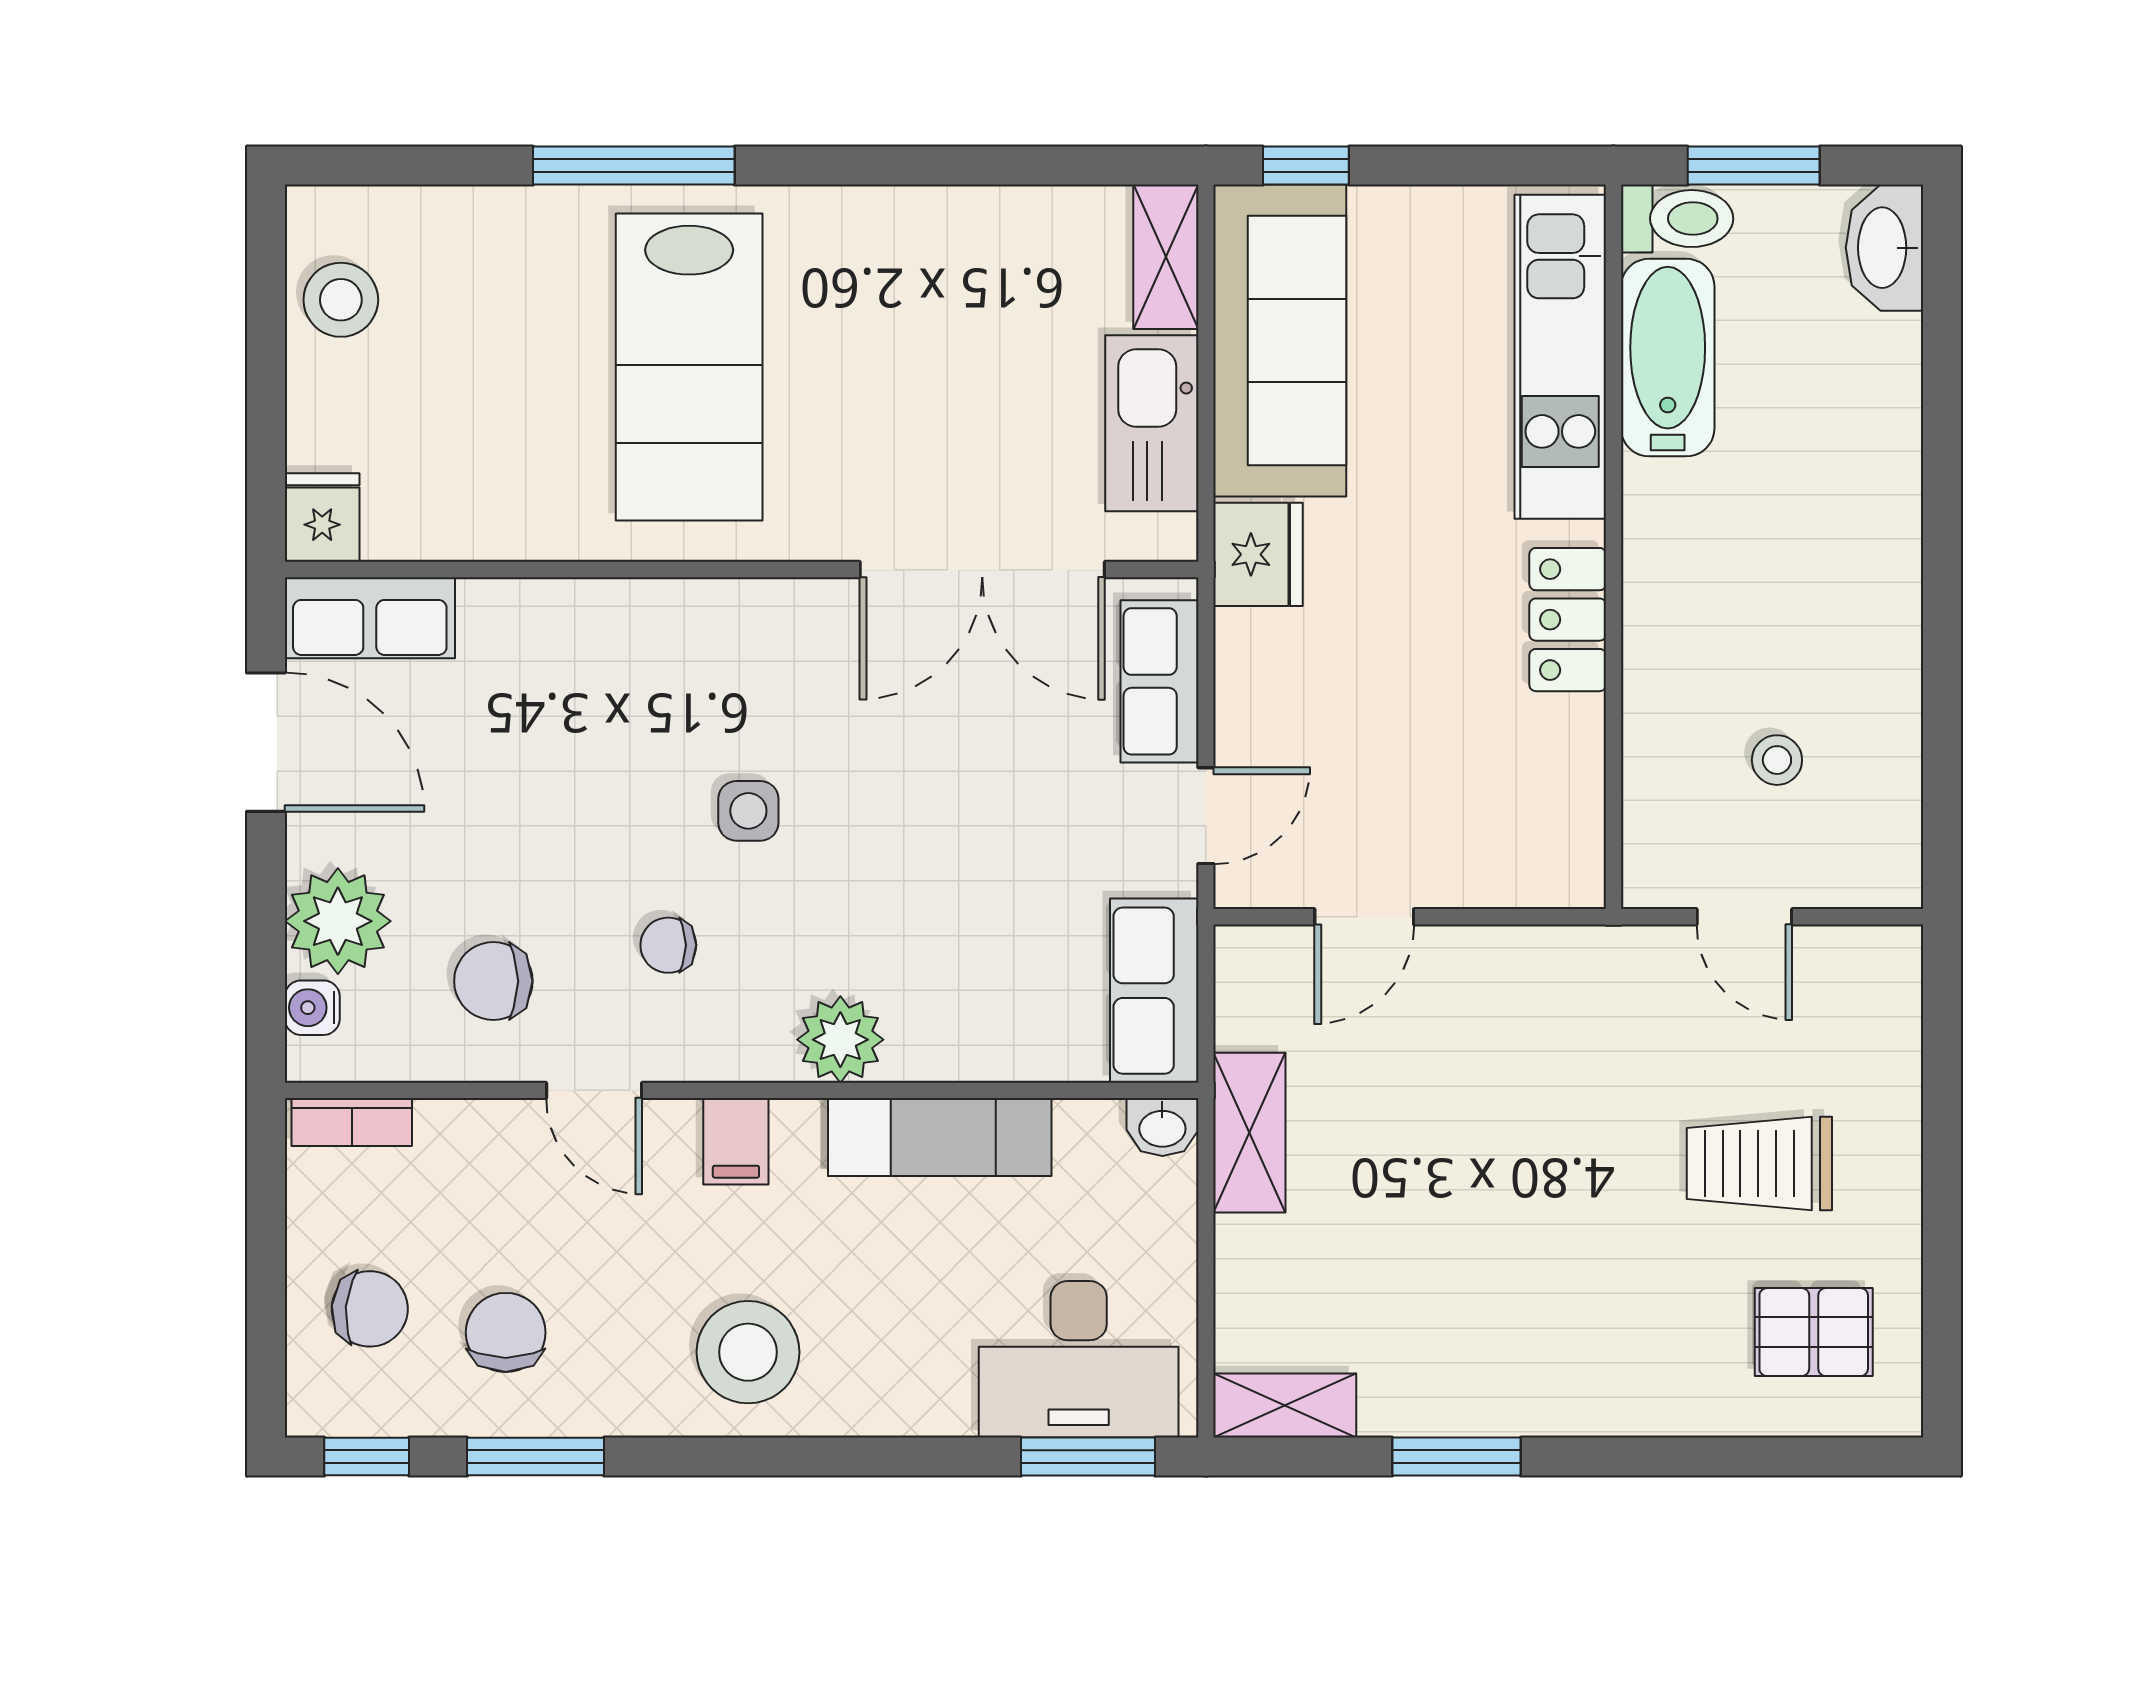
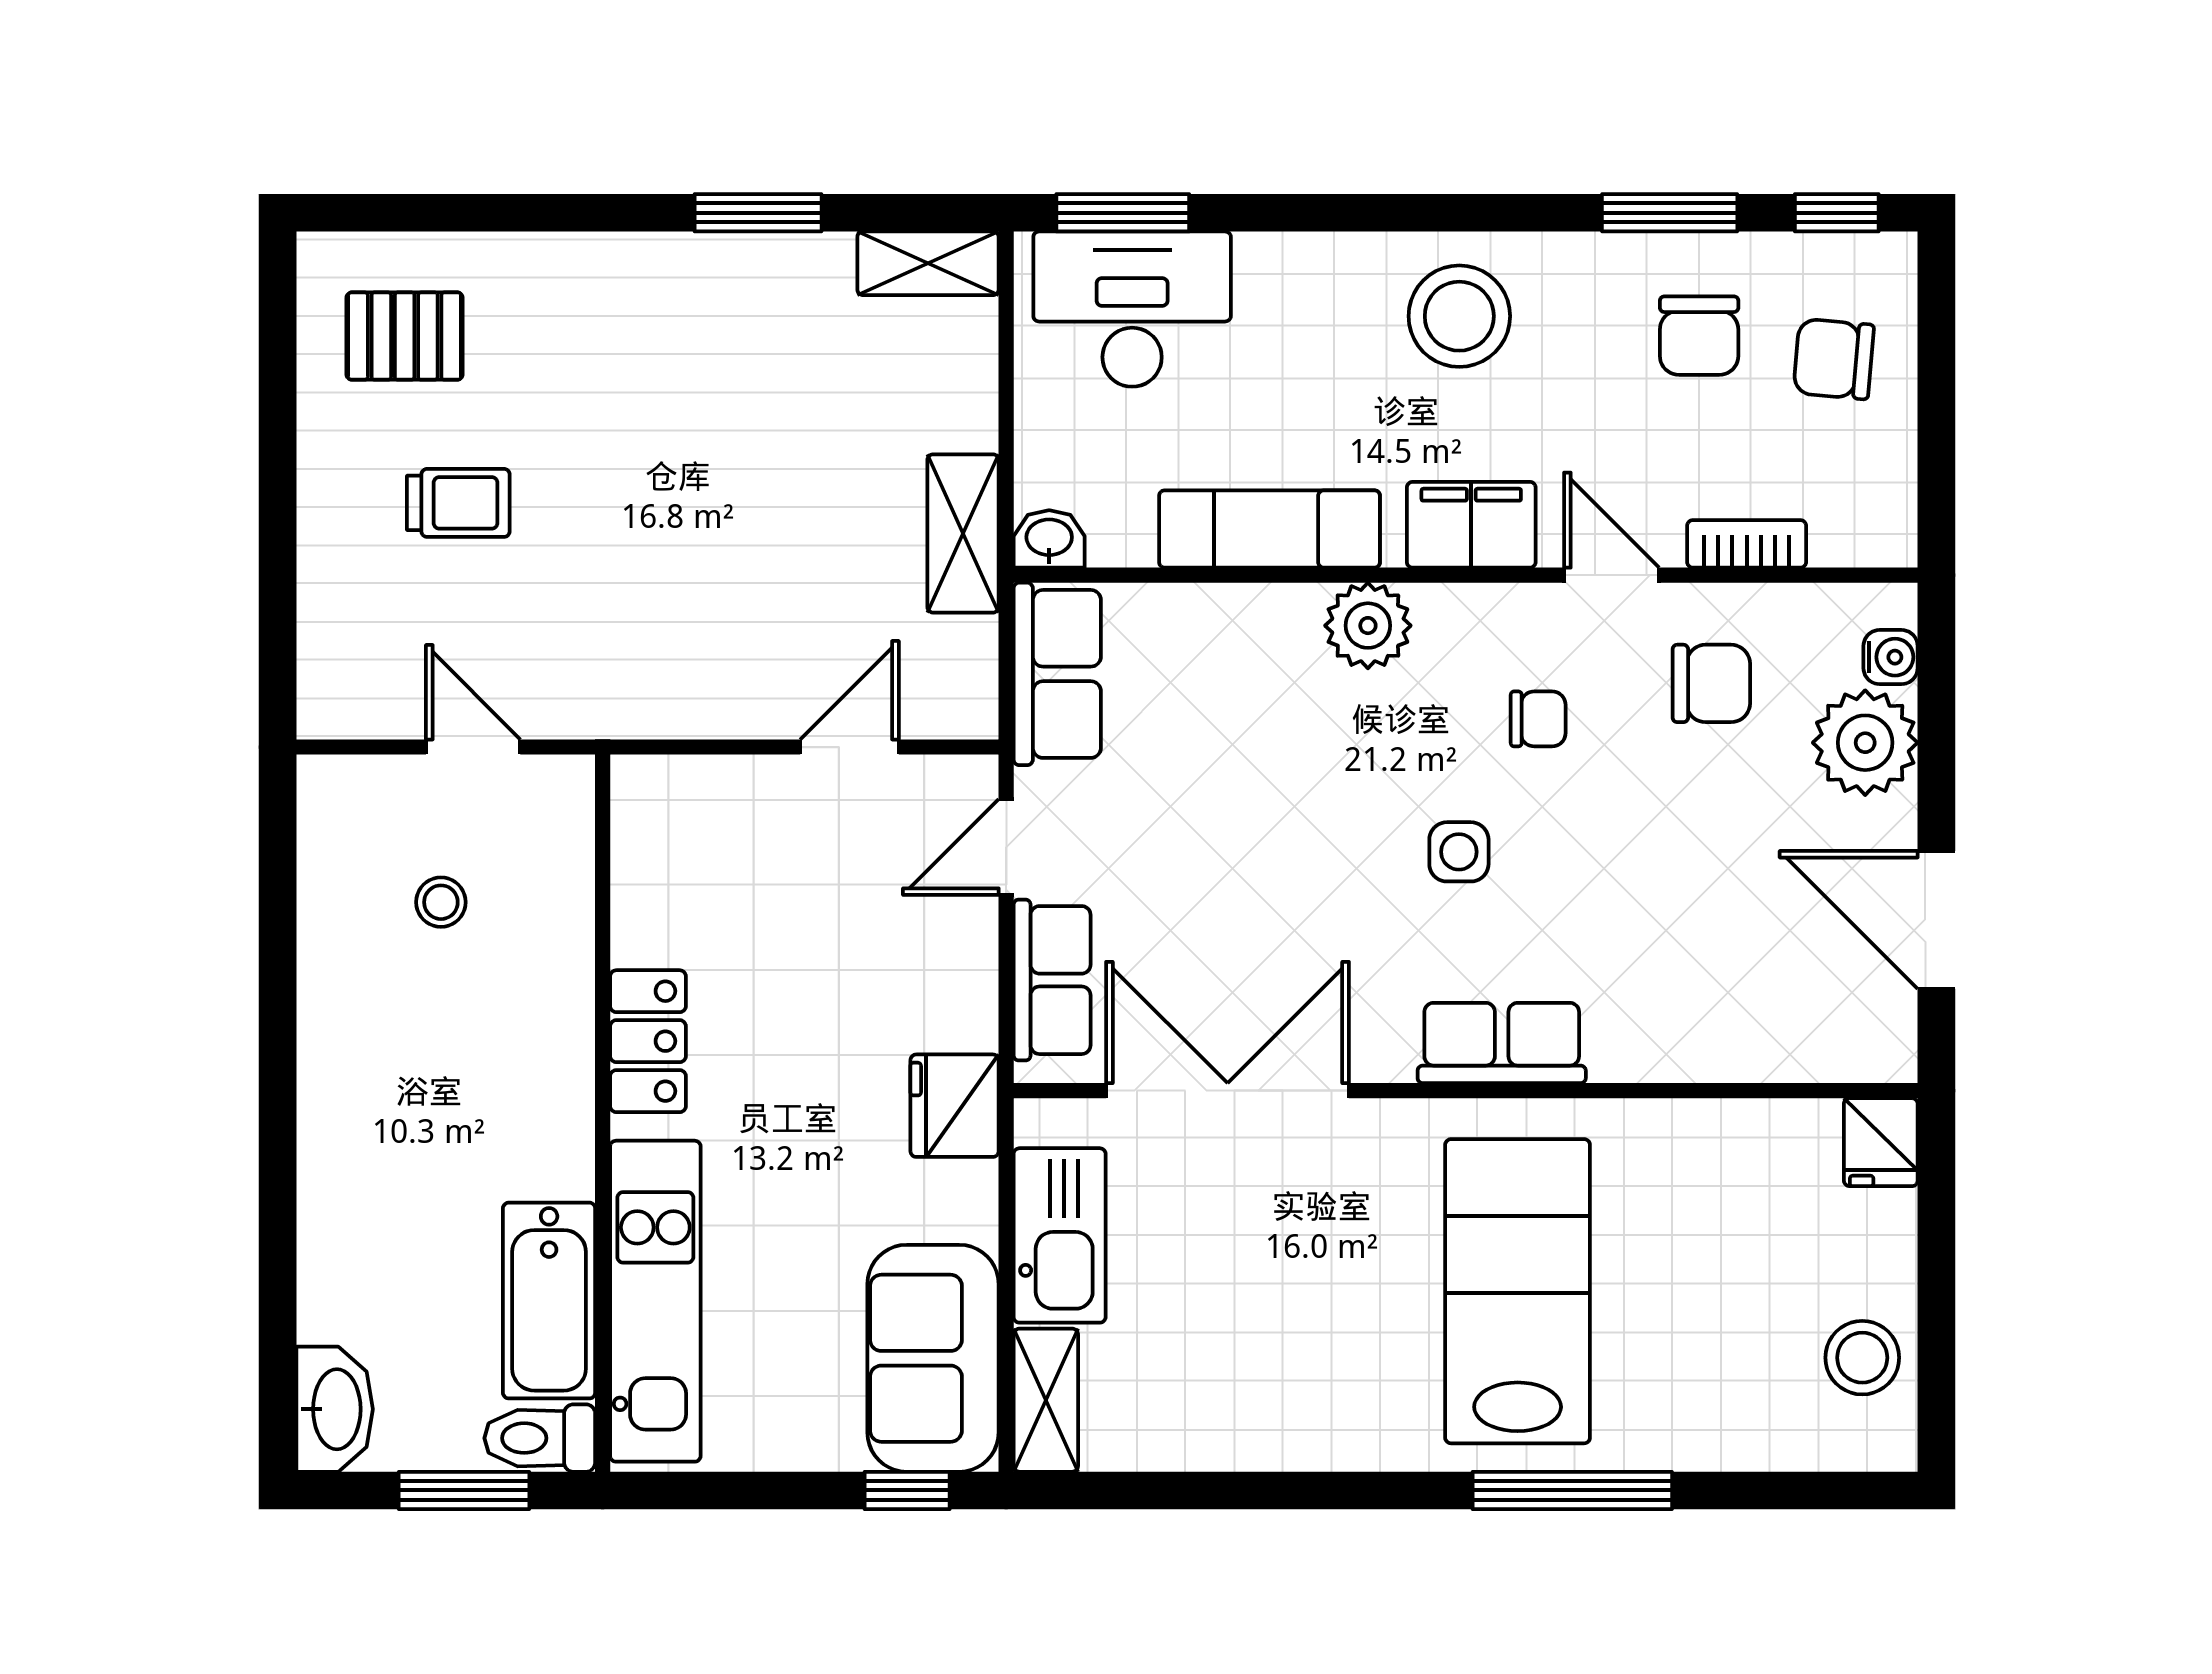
sofa: (1280, 341) -> (933, 1358), width x0.73
row of seats: (370, 618) -> (1502, 1043), moved
bookcase: (352, 1122) -> (1747, 544), moved
filing cabinet: (736, 1141) -> (1471, 525), width x2.00
trolley: (1759, 1163) -> (458, 503), width x0.73, depth x0.72

